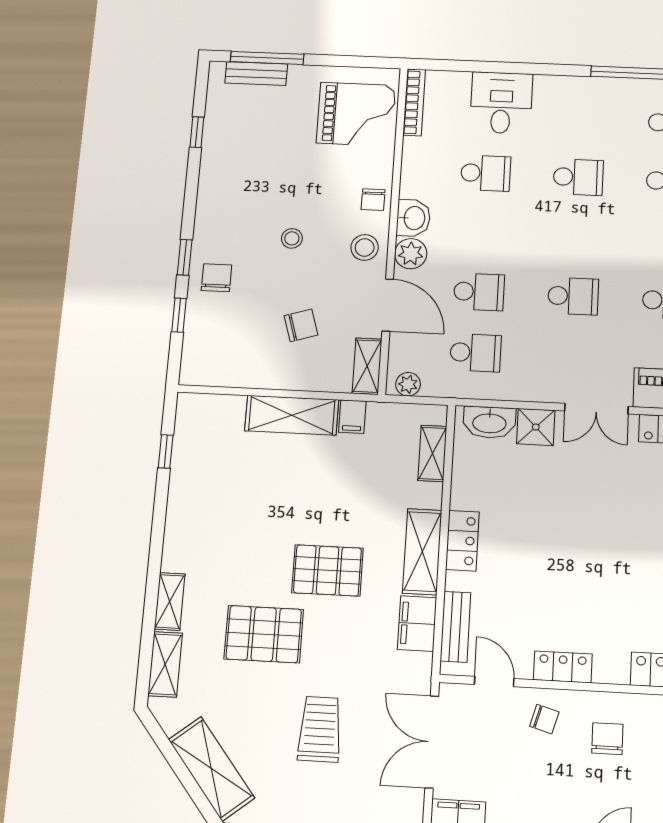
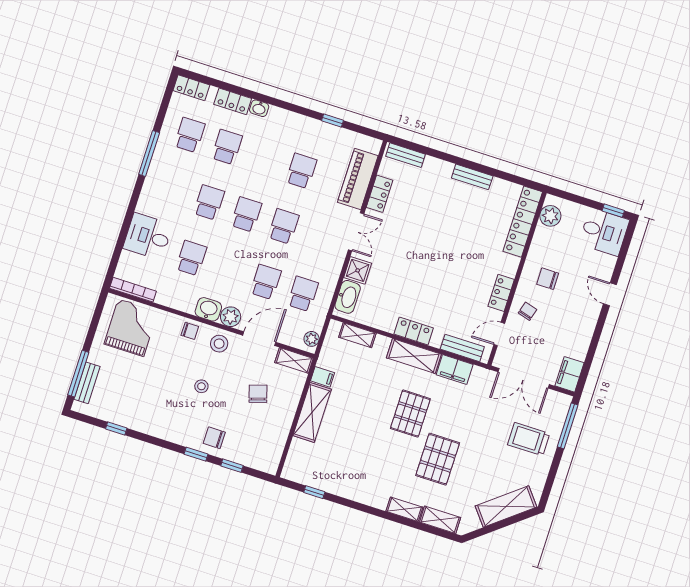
school desk: (576, 236) -> (246, 214), added
trolley: (320, 729) -> (529, 439), moved

